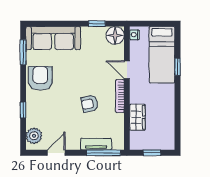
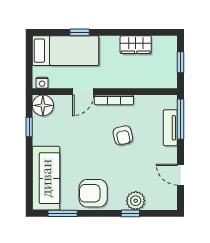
wardrobe: (137, 117) -> (136, 45), moved, turned 180
plant: (34, 136) -> (136, 201), moved

